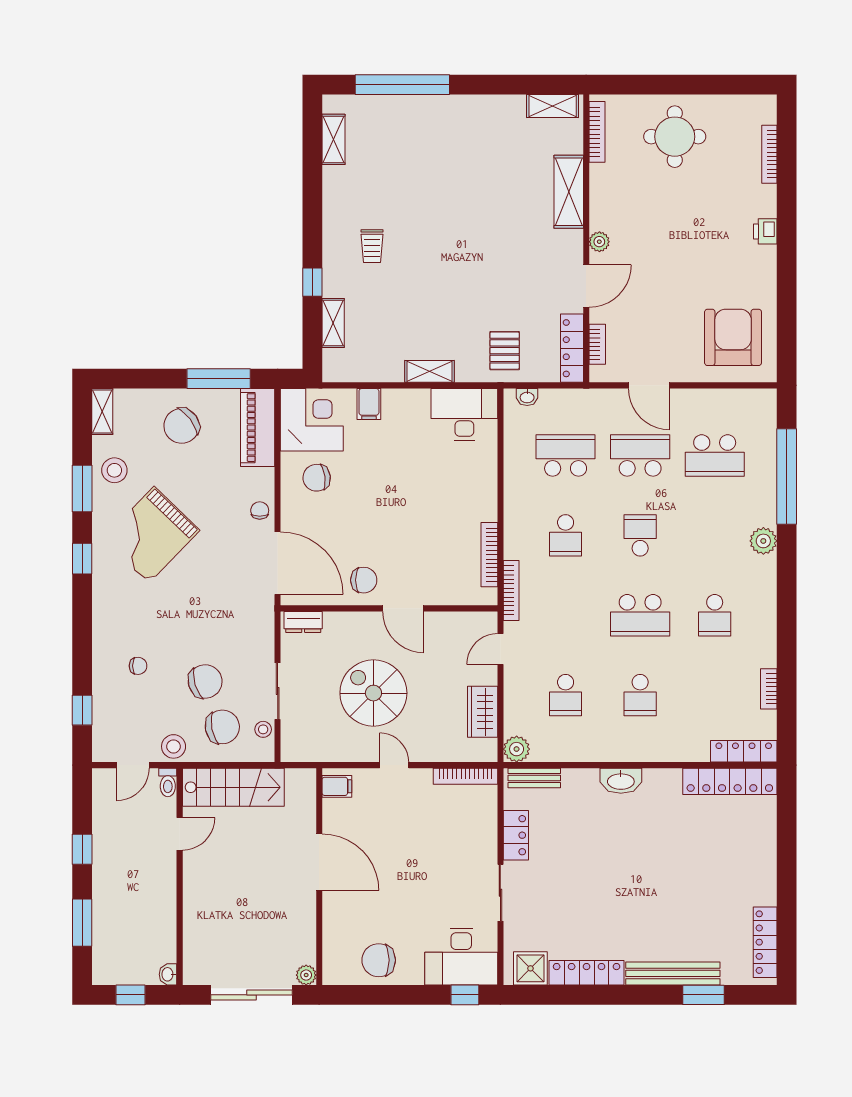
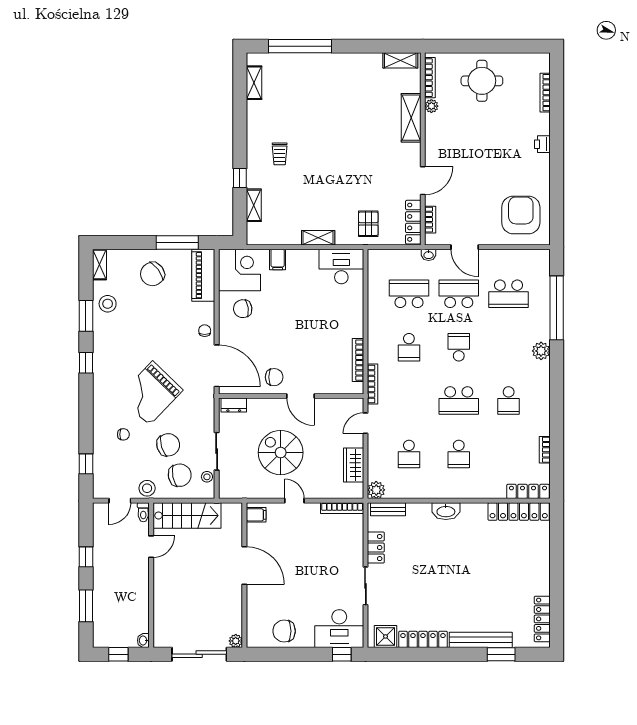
plant: (599, 242) -> (431, 106), moved
washbasin: (527, 397) -> (429, 255), moved
grand piano: (151, 535) -> (151, 393), moved

